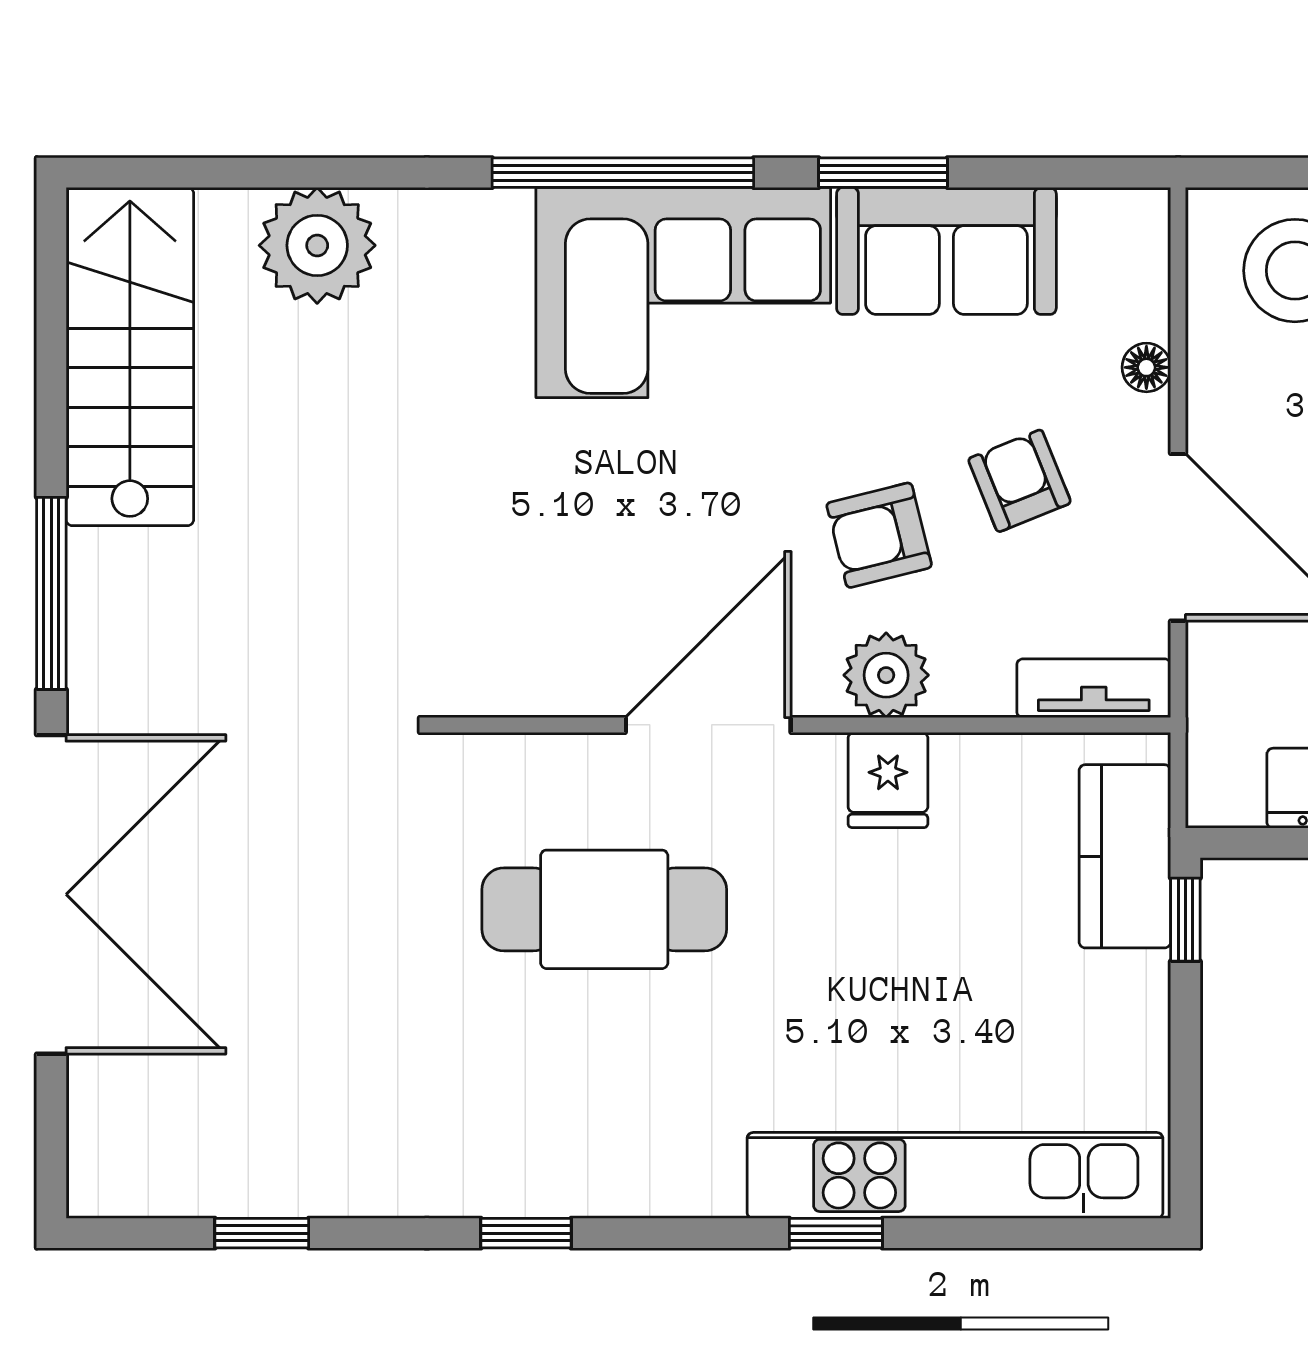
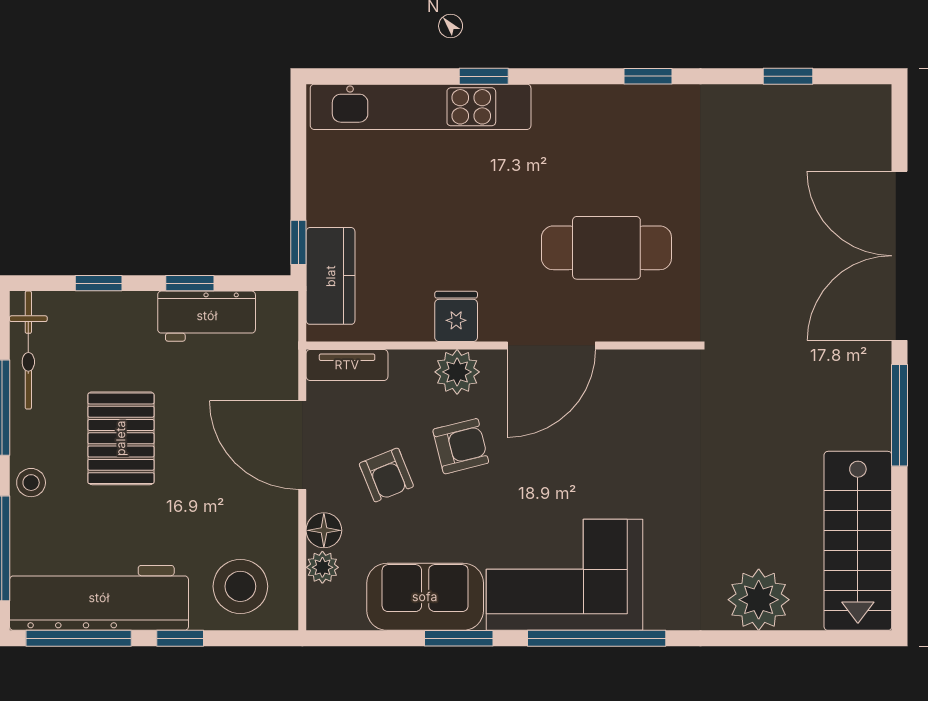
plant: (1140, 307) -> (322, 567), added
floor lamp: (1146, 367) -> (324, 530), width x1.37, depth x1.37

